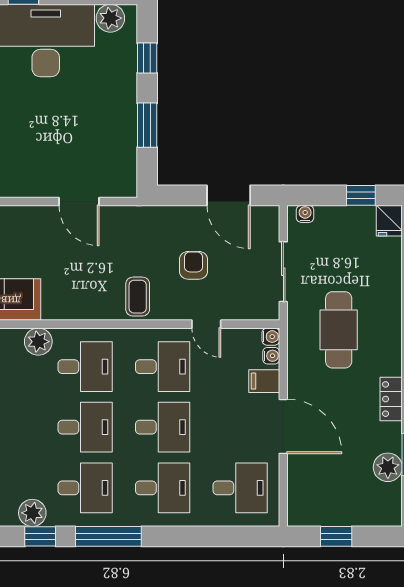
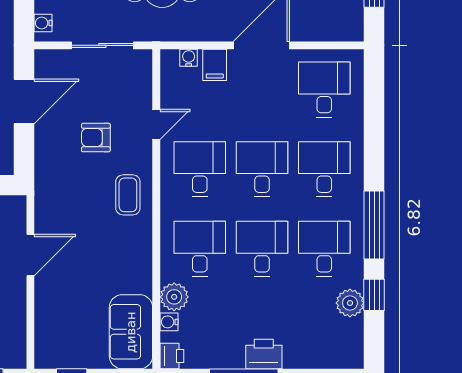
coffee table: (138, 297) -> (128, 195), turned 90
water cooler: (271, 337) -> (169, 322), moved, turned -90

